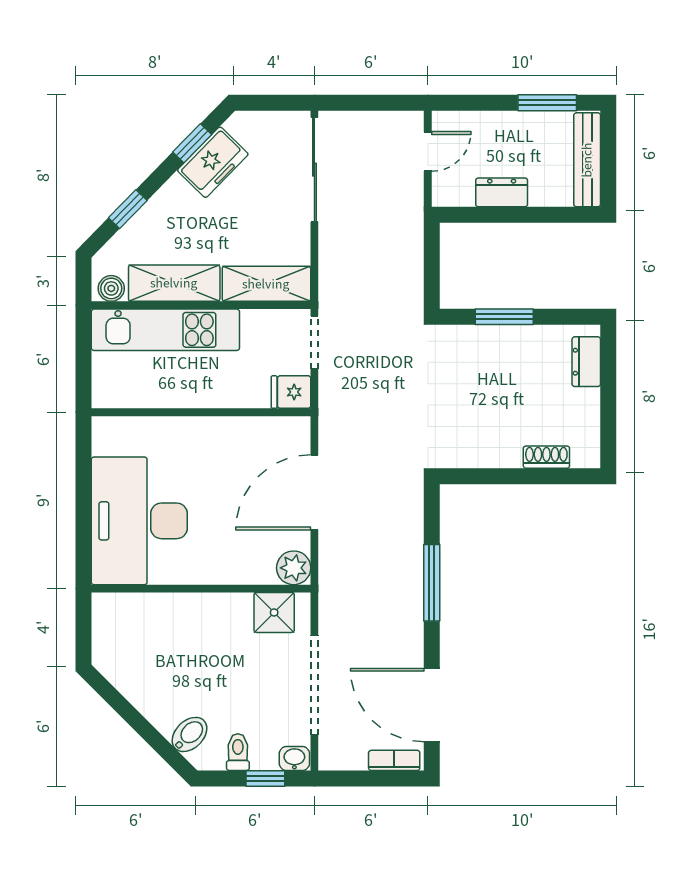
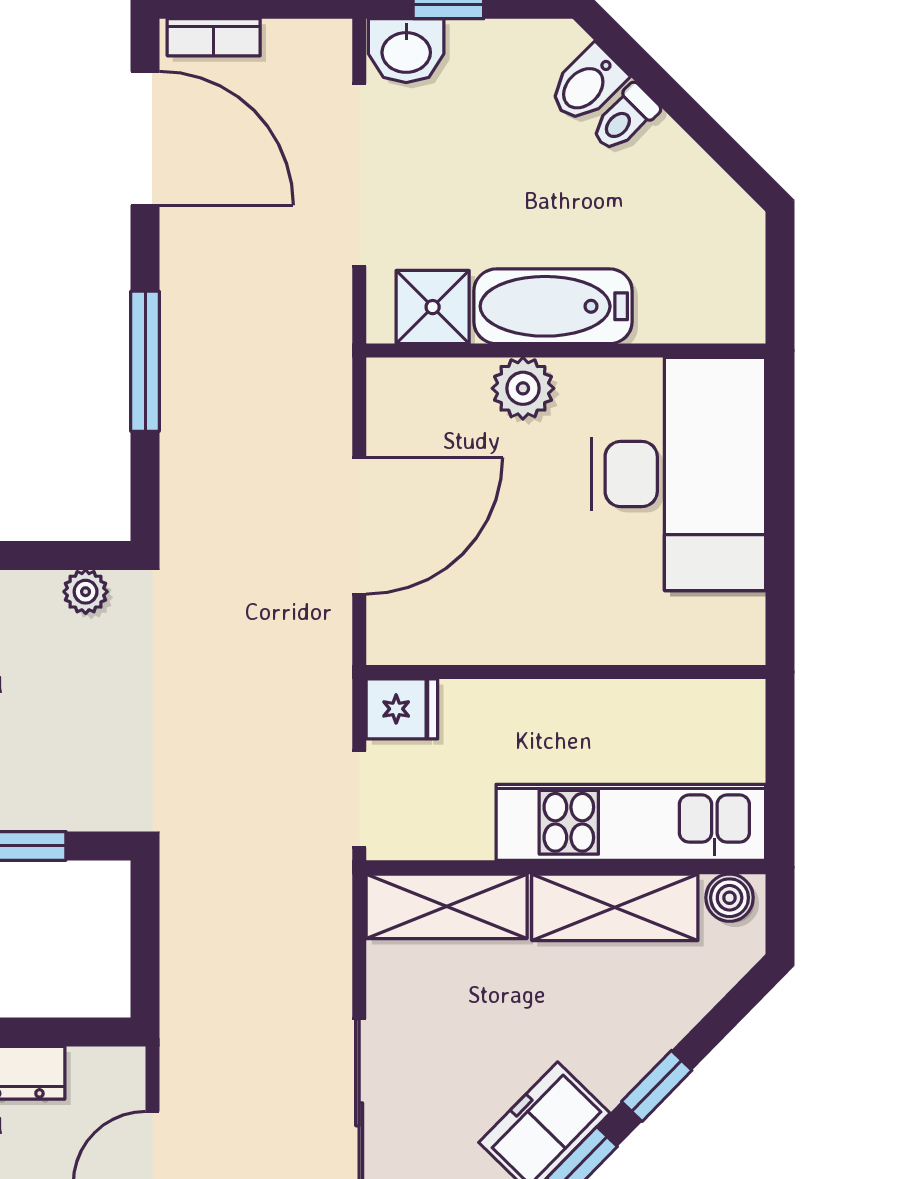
window: (128, 209) -> (657, 1086), moved
plant: (465, 456) -> (86, 592), added
plant: (294, 568) -> (523, 388), moved
bathtub: (208, 613) -> (553, 306), added
toilet: (238, 752) -> (625, 118), moved, turned 45
washbasin: (294, 759) -> (406, 51), width x1.38, depth x1.45

